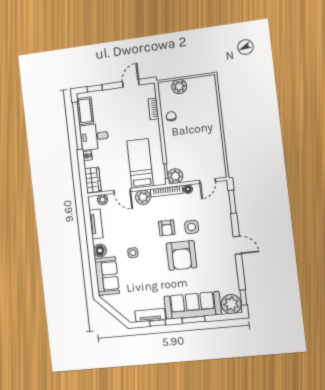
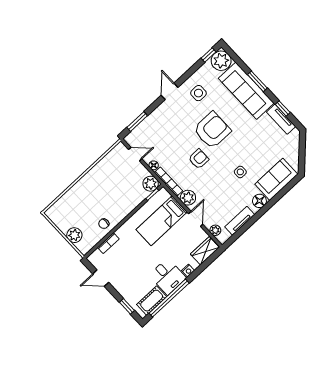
side table: (192, 227) -> (198, 93), moved

